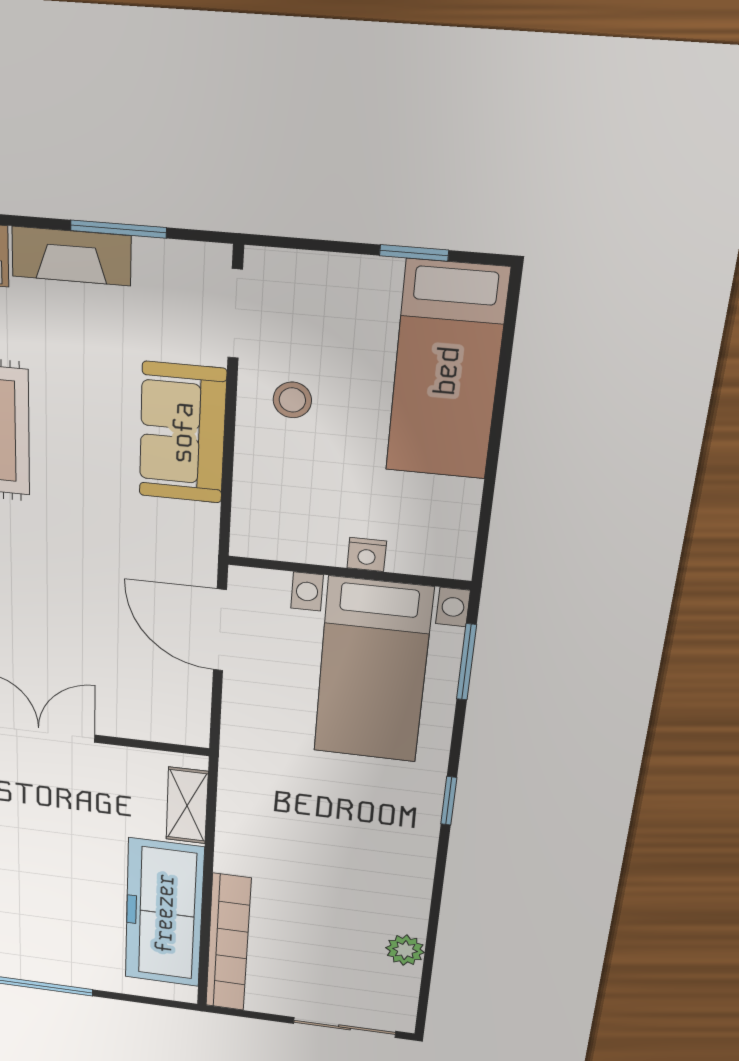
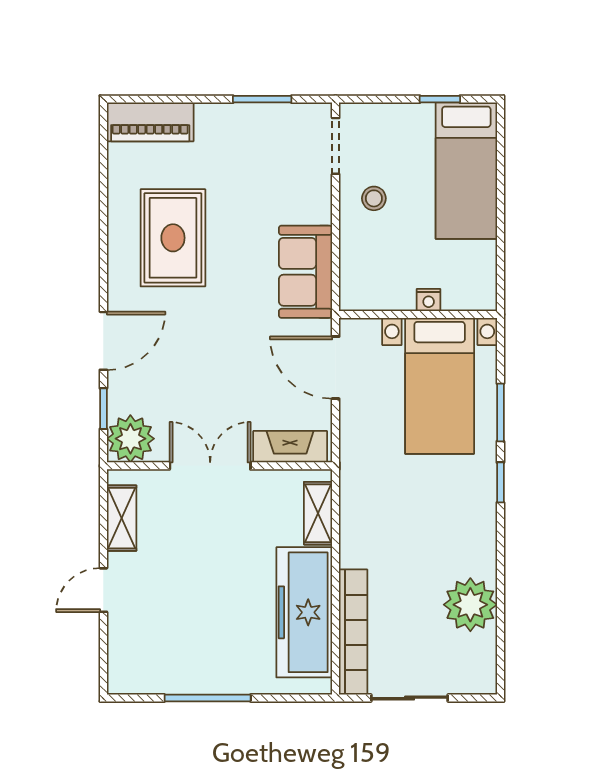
fireplace: (71, 256) -> (290, 447), moved, turned 180
sofa: (182, 433) -> (305, 272), moved
window: (467, 662) -> (500, 412), moved
plant: (405, 950) -> (470, 605), width x1.88, depth x1.88
sliding door: (345, 1027) -> (410, 698), moved

